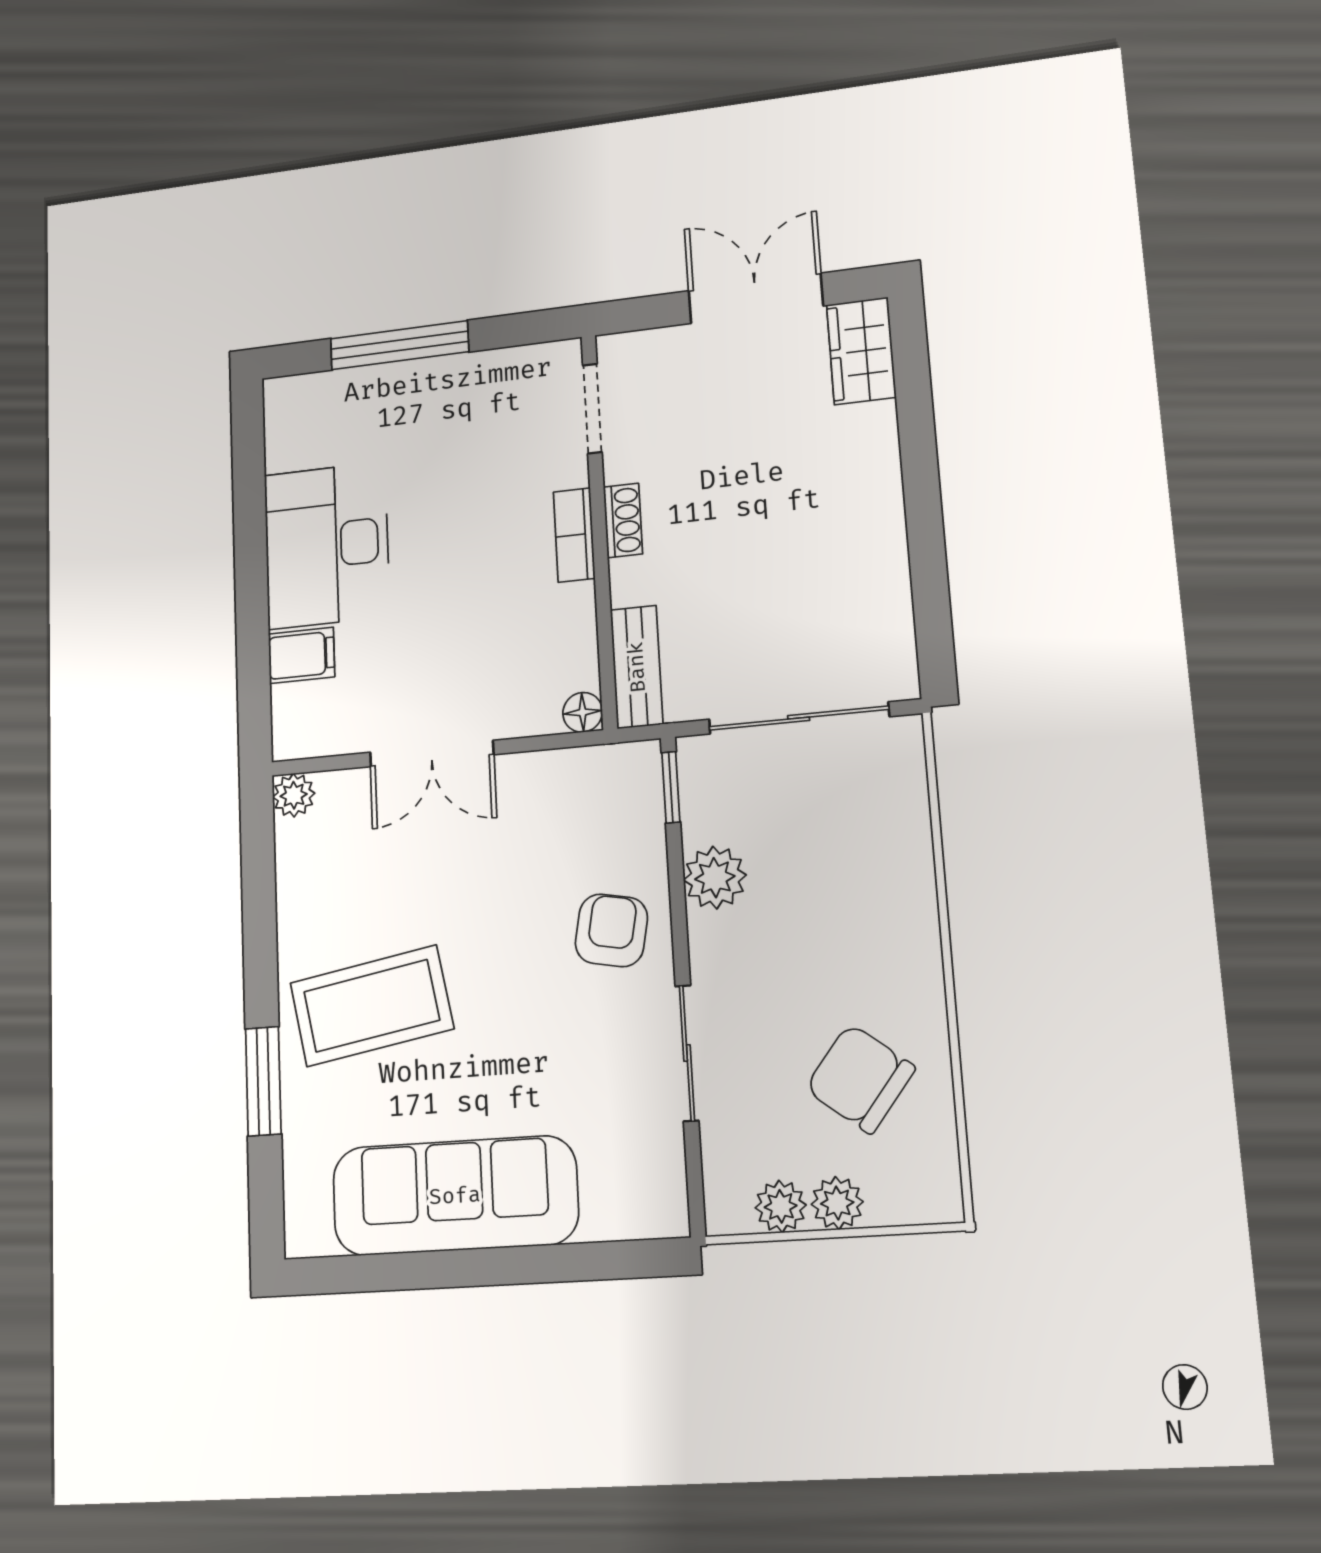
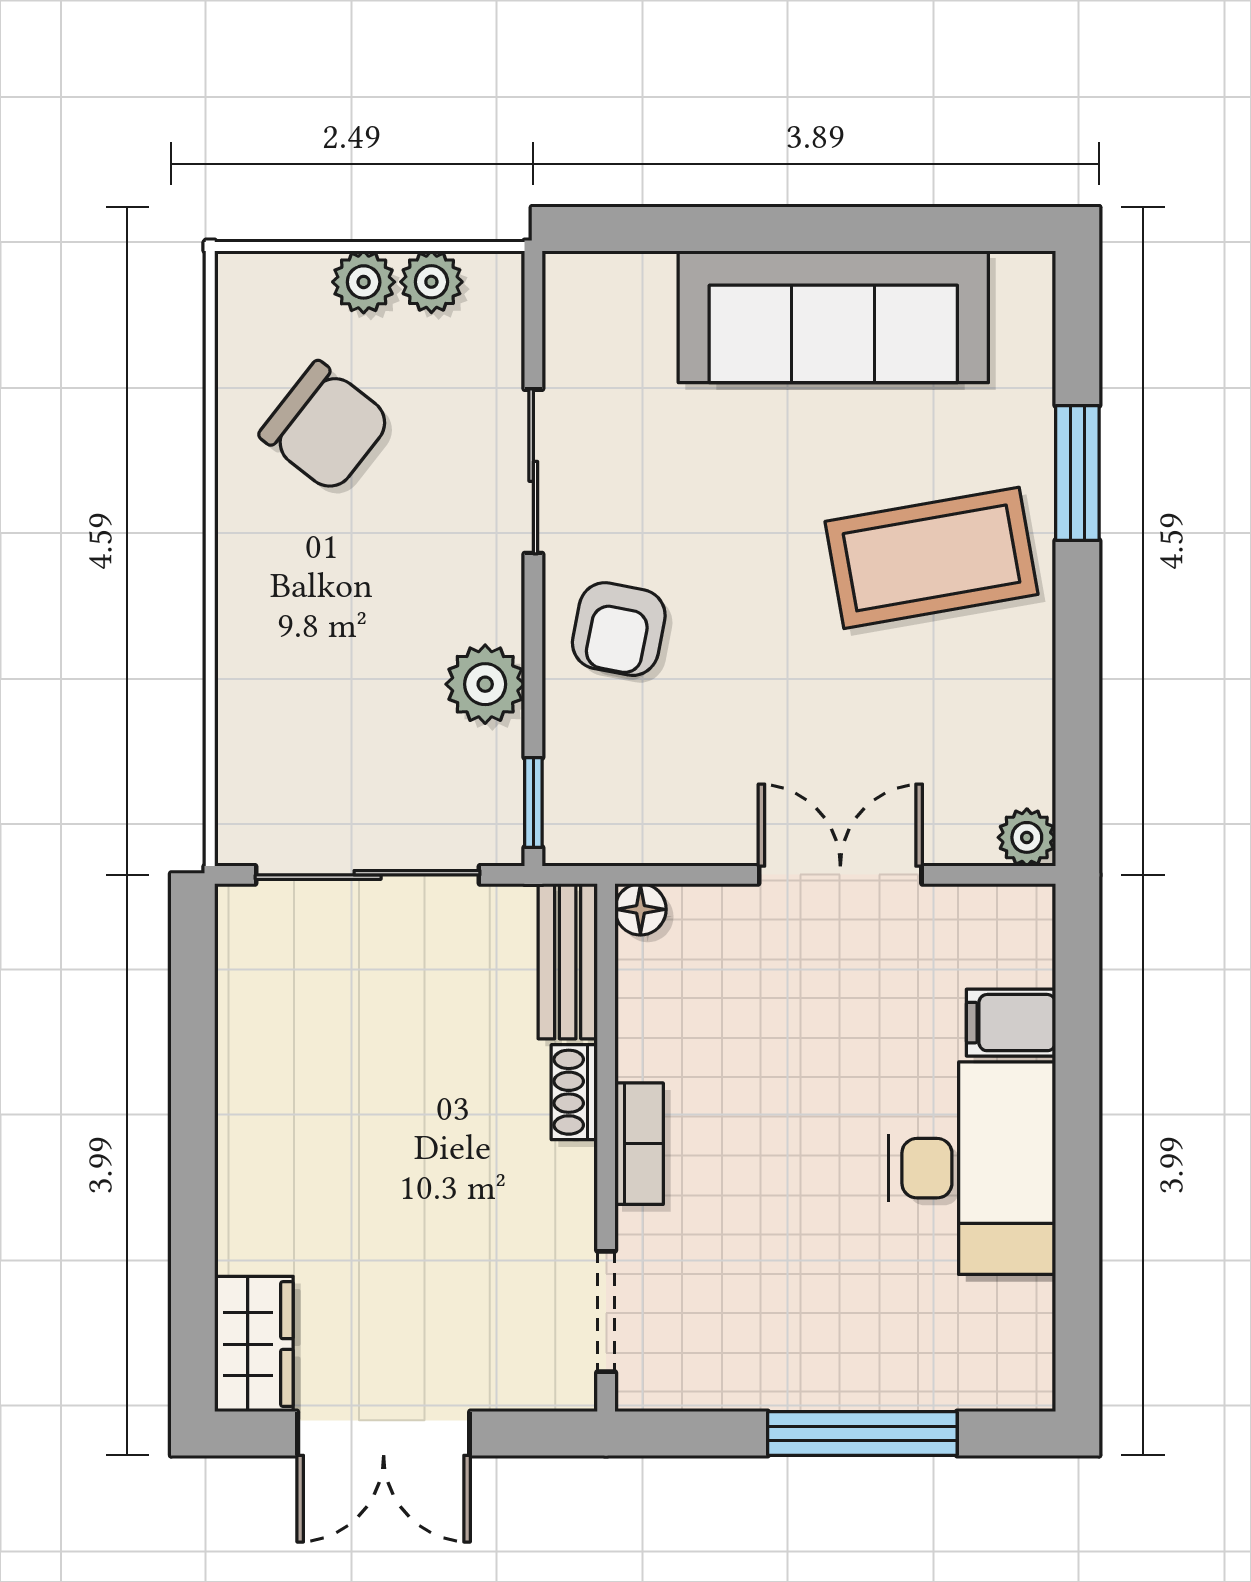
shoe rack: (623, 520) -> (574, 1092), moved

